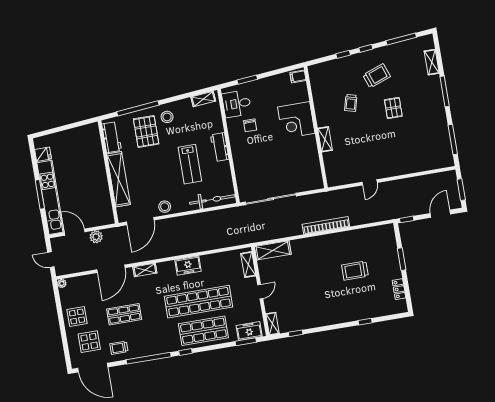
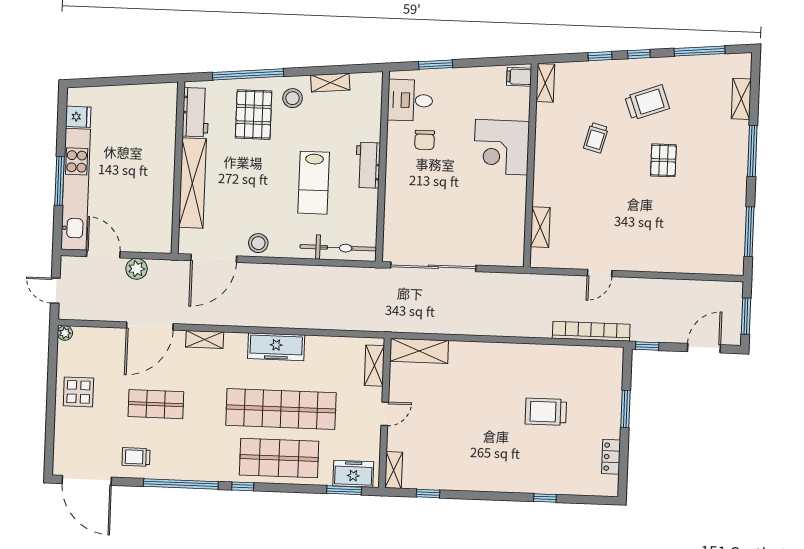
shelving: (314, 77) -> (545, 83), added
shelving: (203, 99) -> (330, 83), moved
shelving: (325, 139) -> (540, 227), moved
bookcase: (326, 225) -> (591, 331), moved
freezer: (188, 266) -> (276, 347), width x1.40
display table: (89, 342) -> (90, 437), removed

